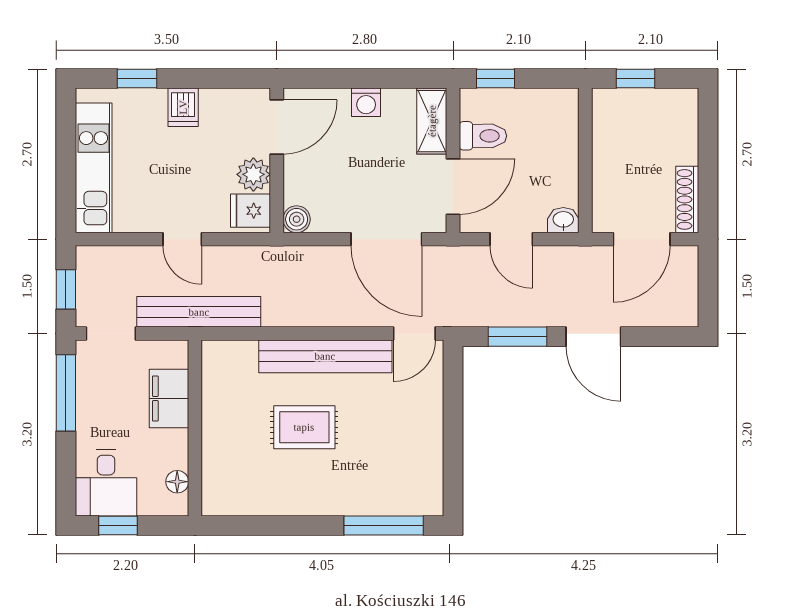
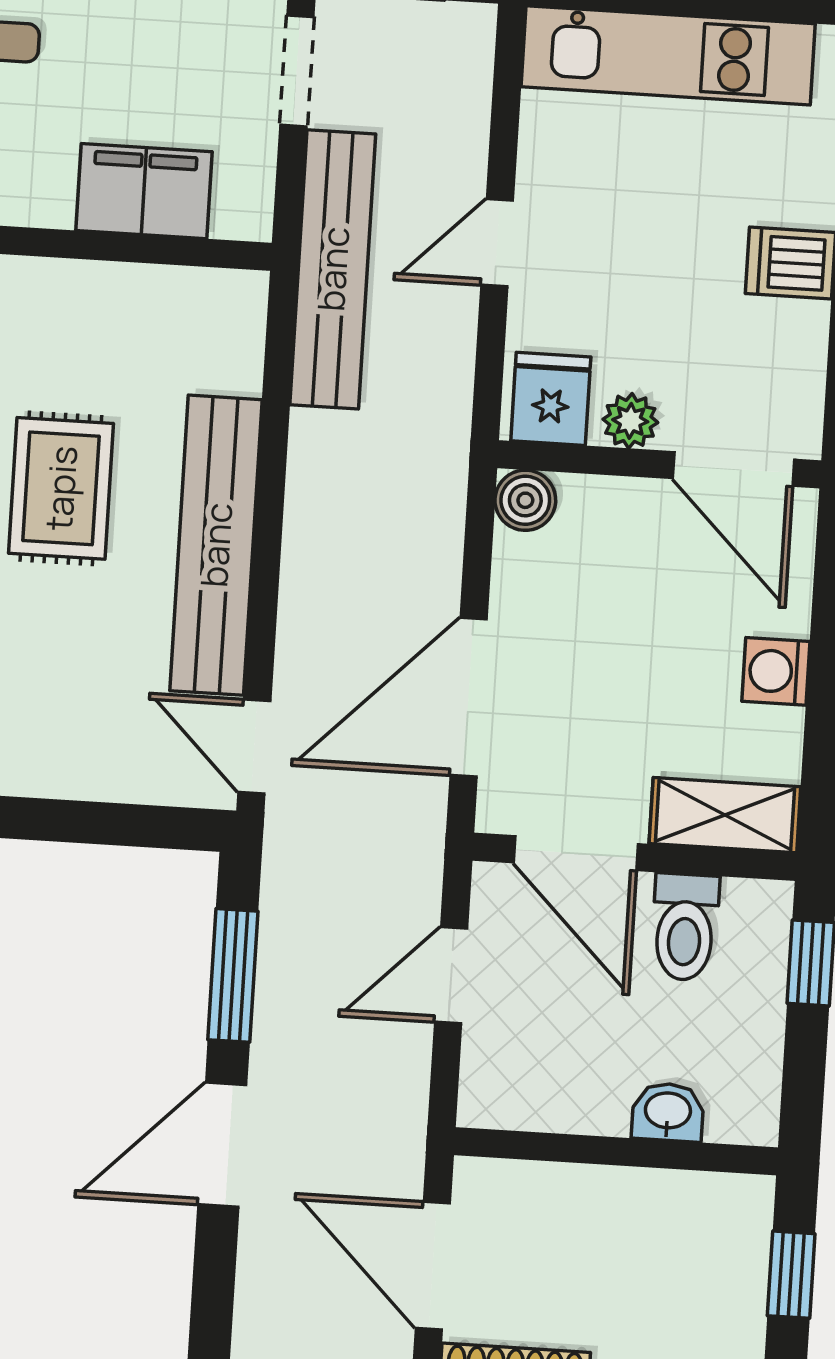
plant: (253, 174) -> (630, 421), width x0.73, depth x0.73
washbasin: (563, 220) -> (668, 1112), moved, turned -90

